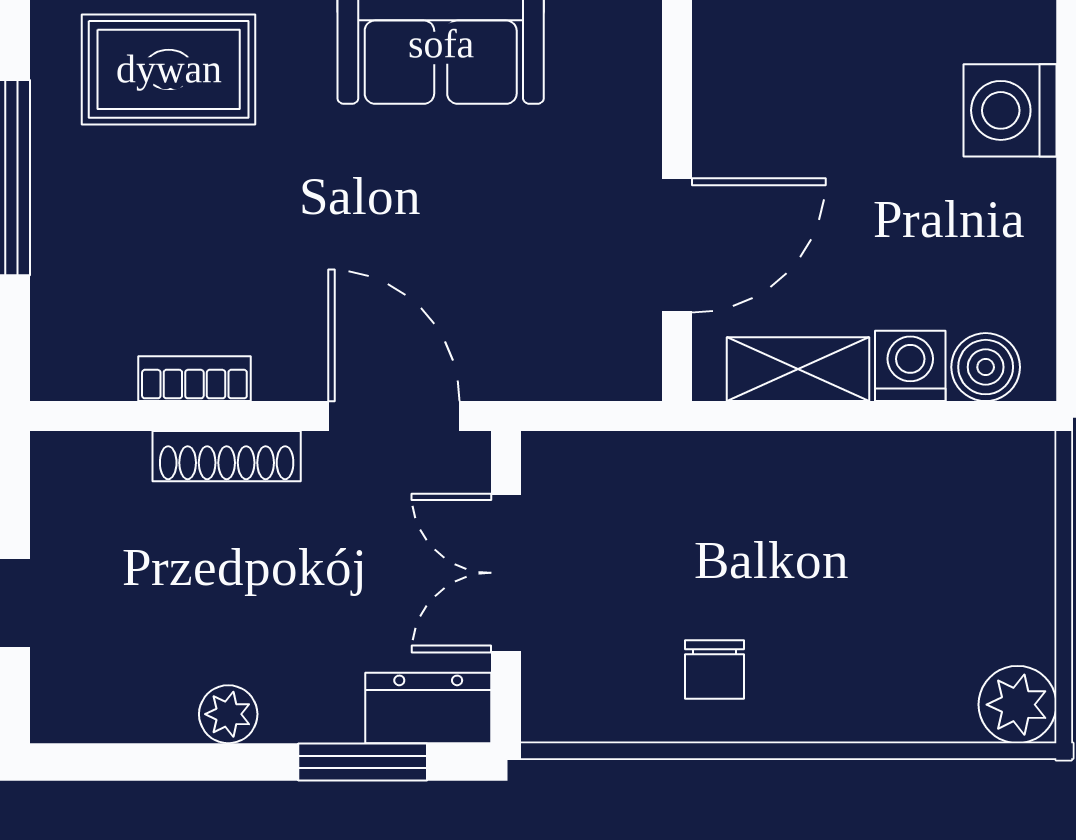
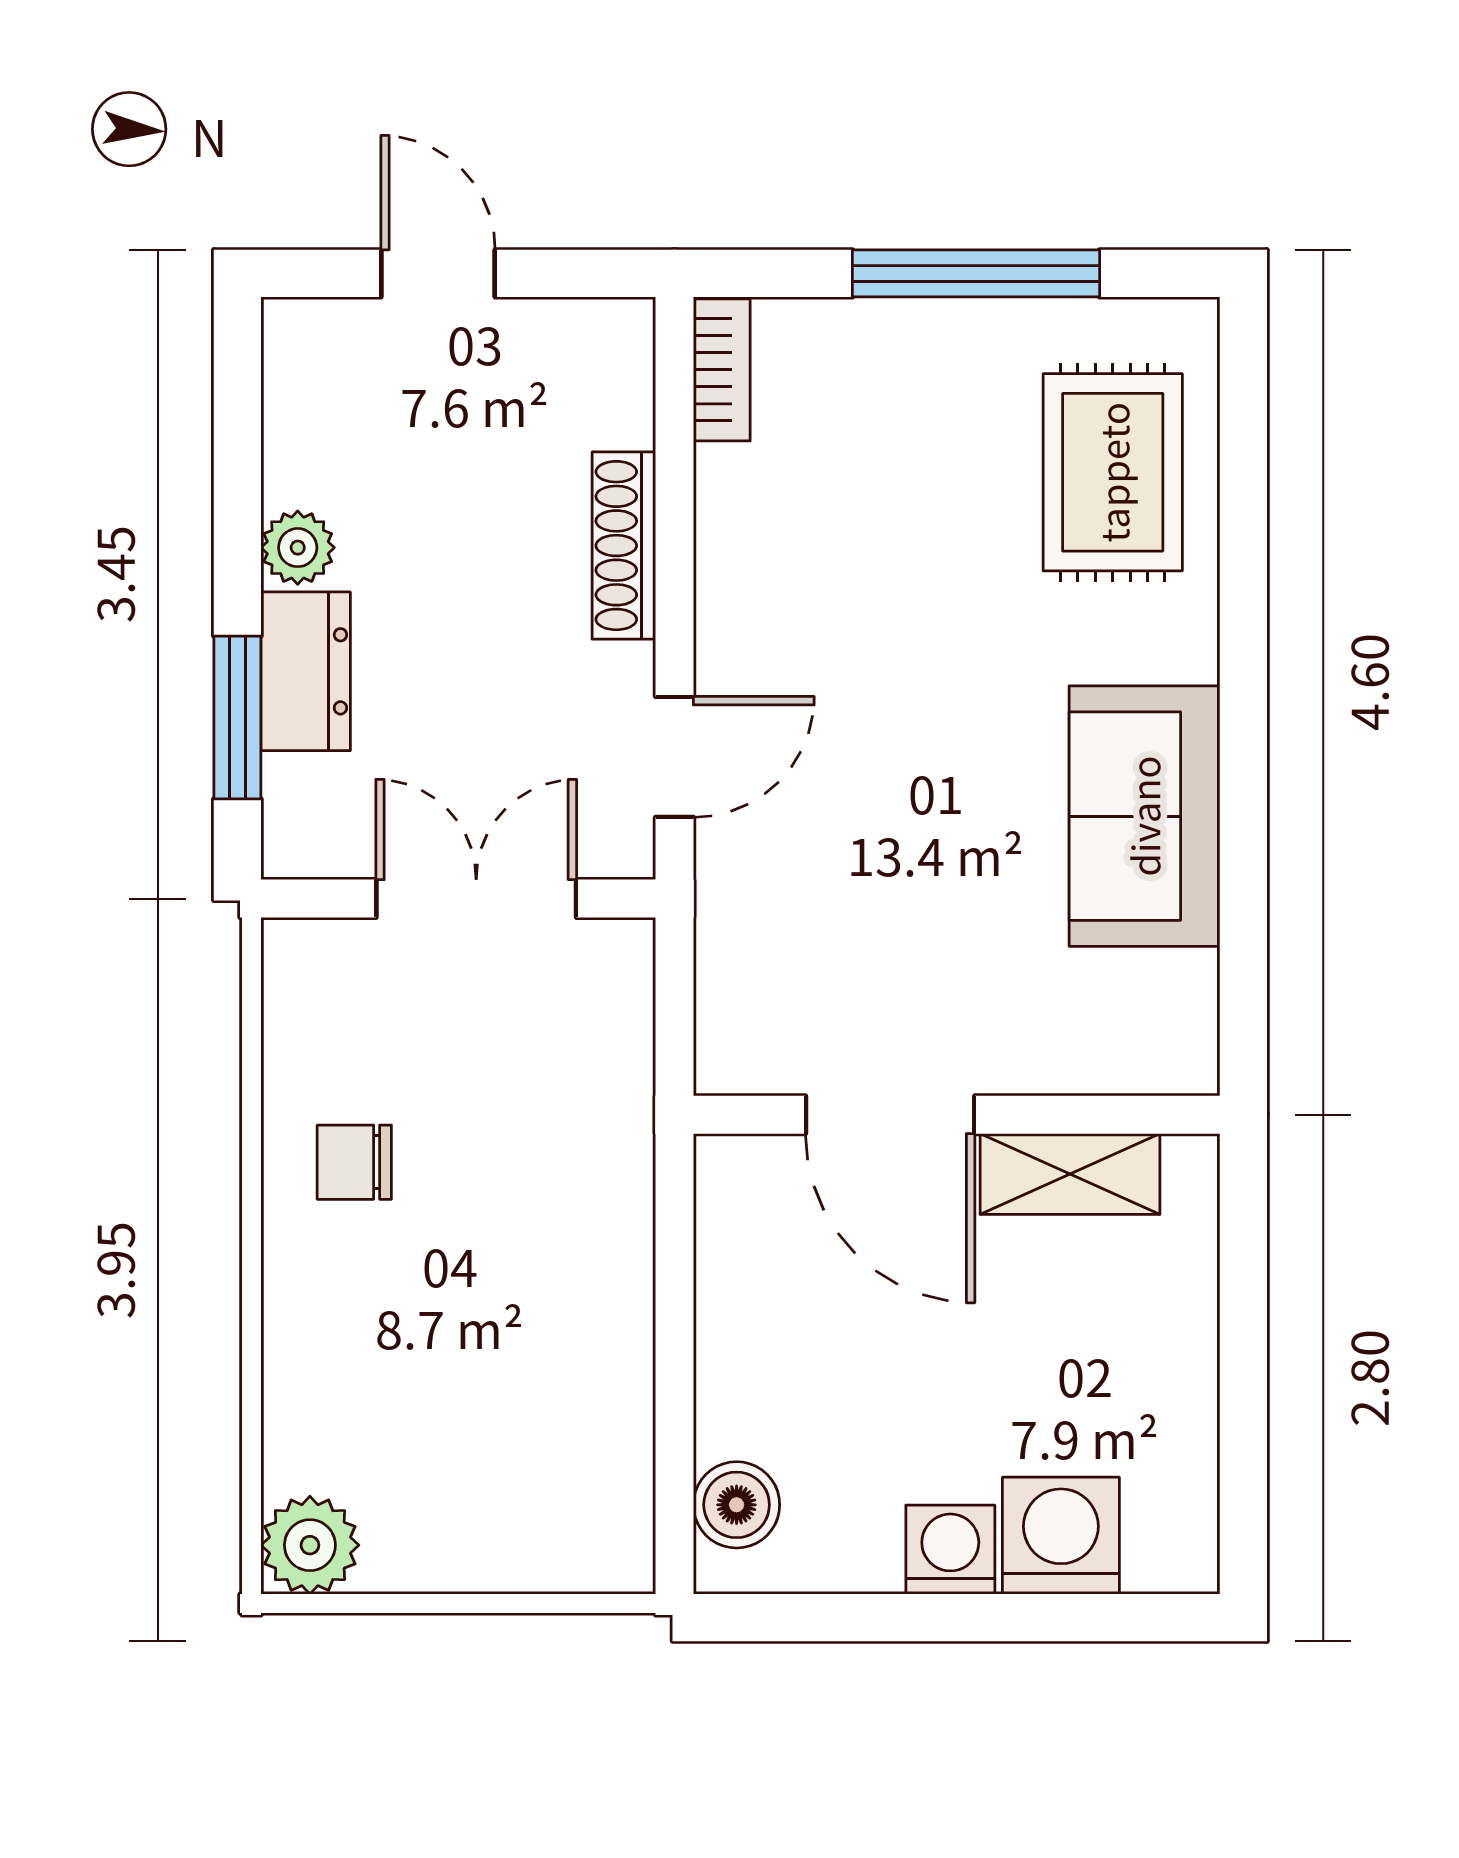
washing machine: (910, 366) -> (950, 1550), moved, turned -90
shelving: (798, 369) -> (1070, 1174), moved, turned 90
bookcase: (194, 379) -> (722, 370), moved
door: (394, 416) -> (675, 757), width x0.73
dresser: (428, 708) -> (306, 671), moved

